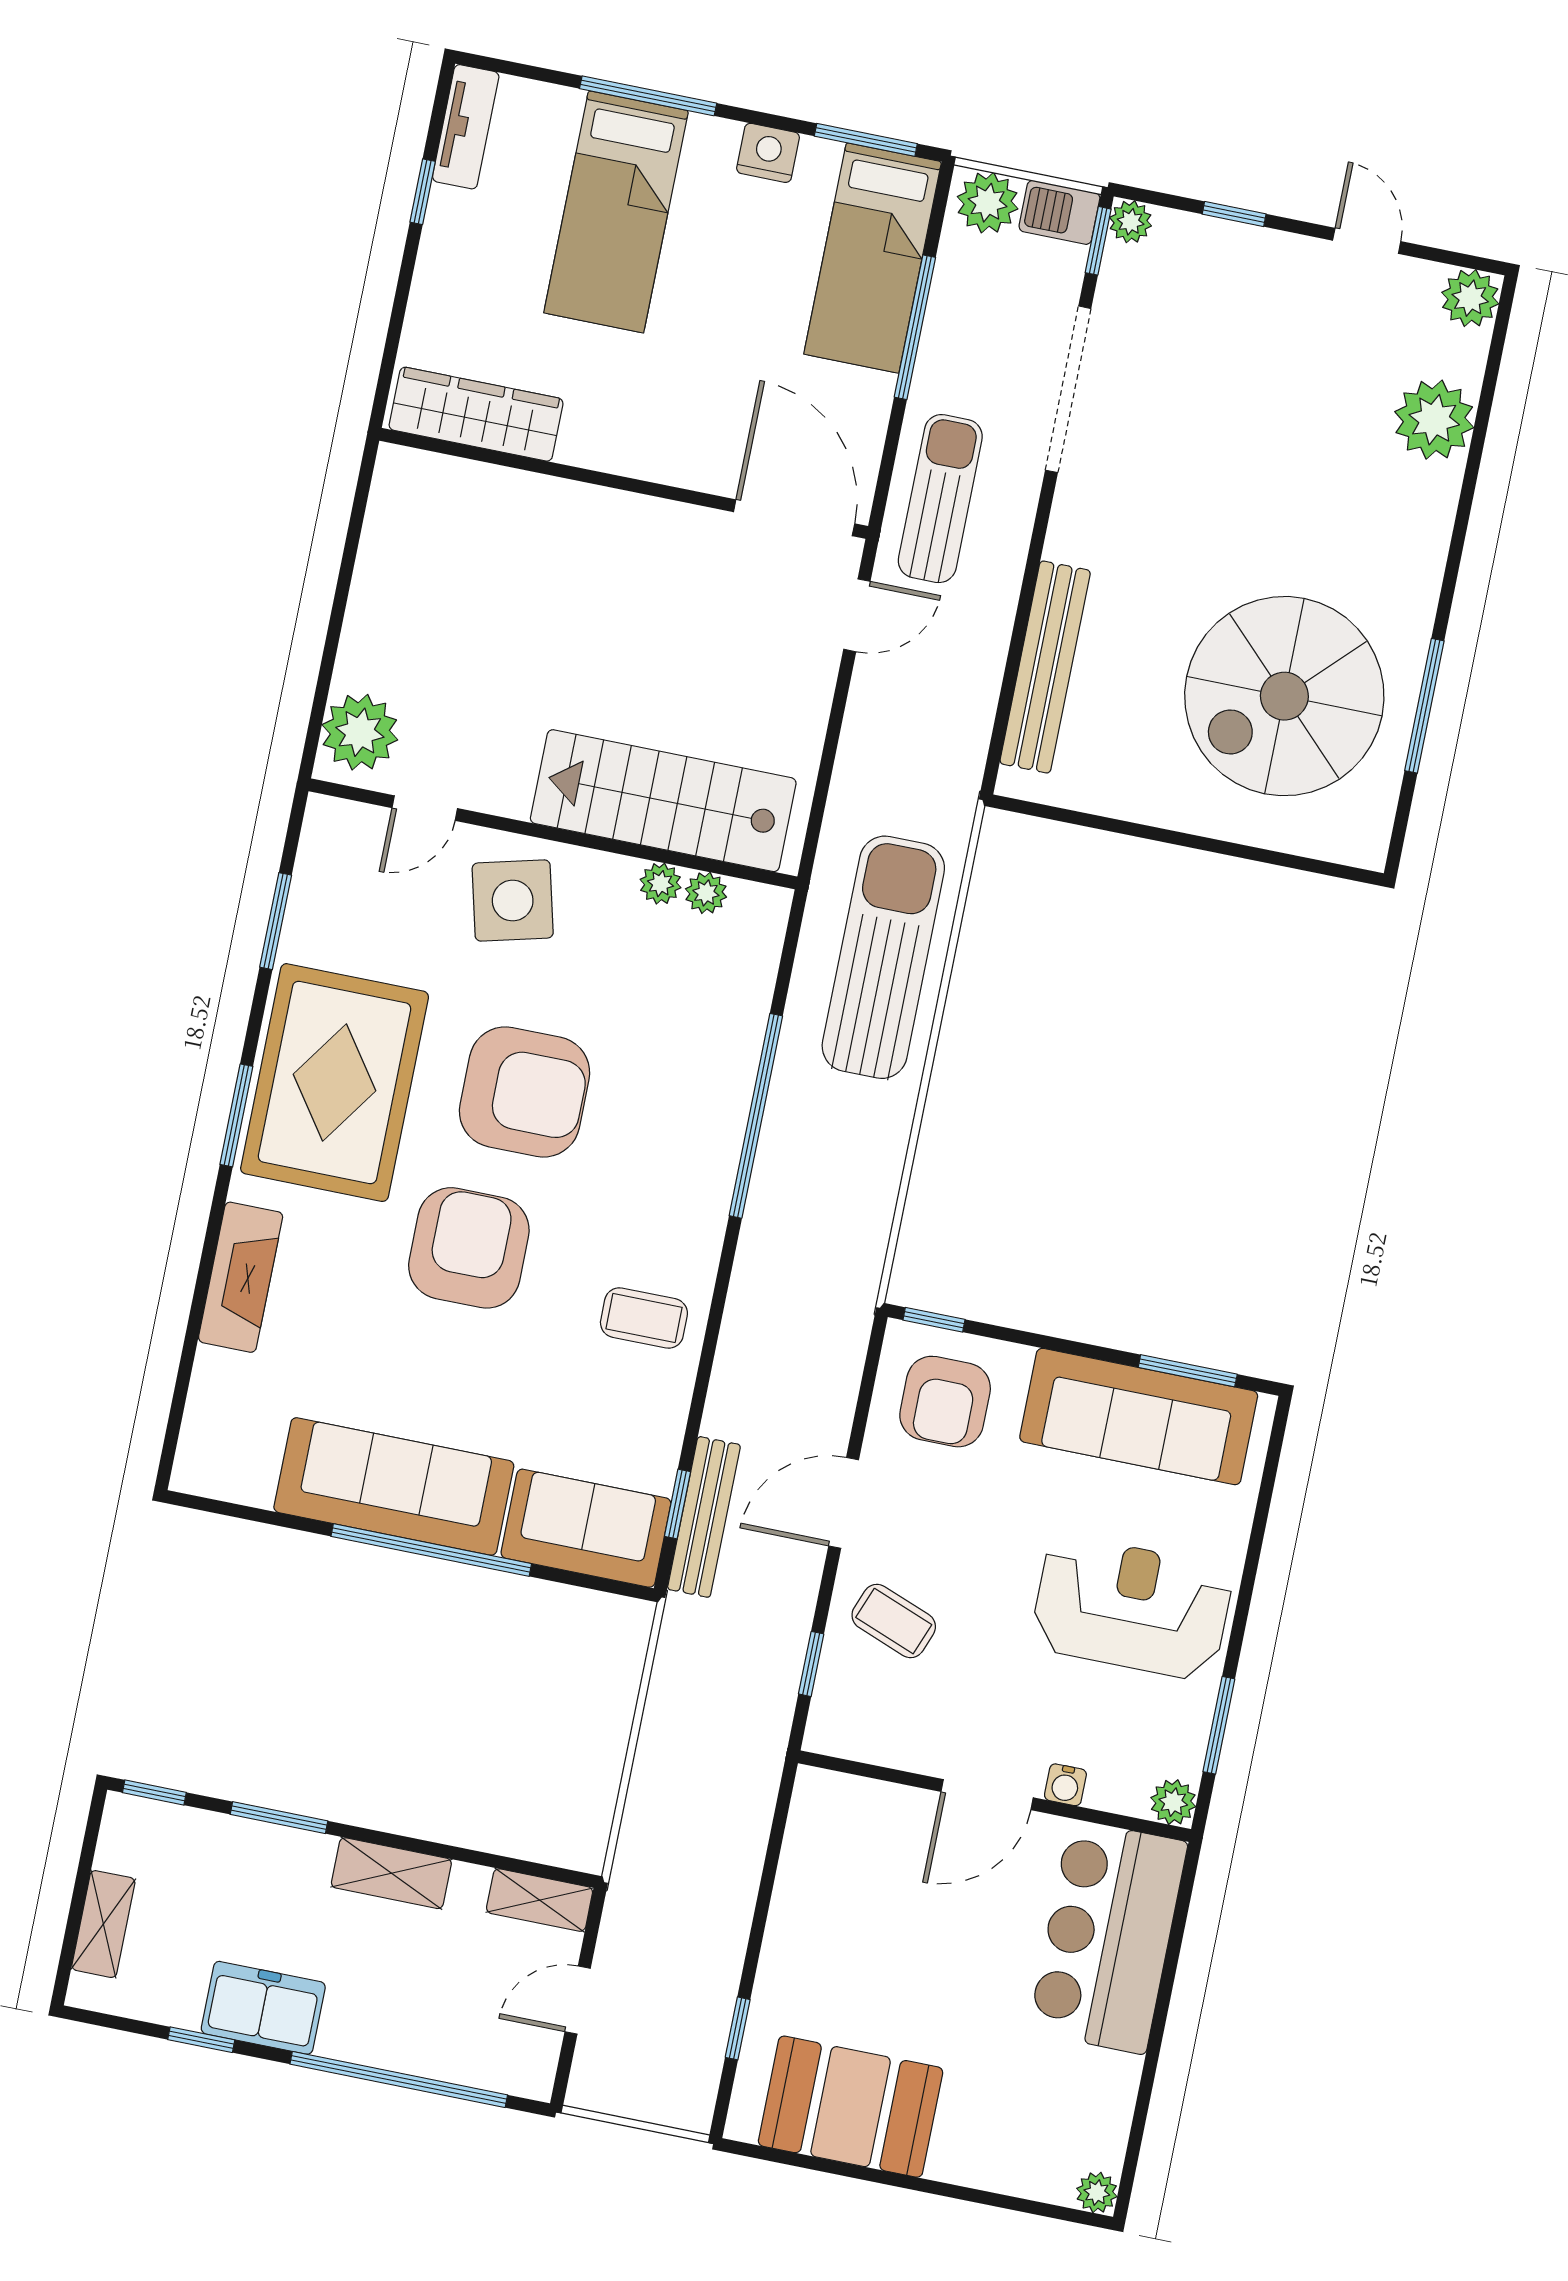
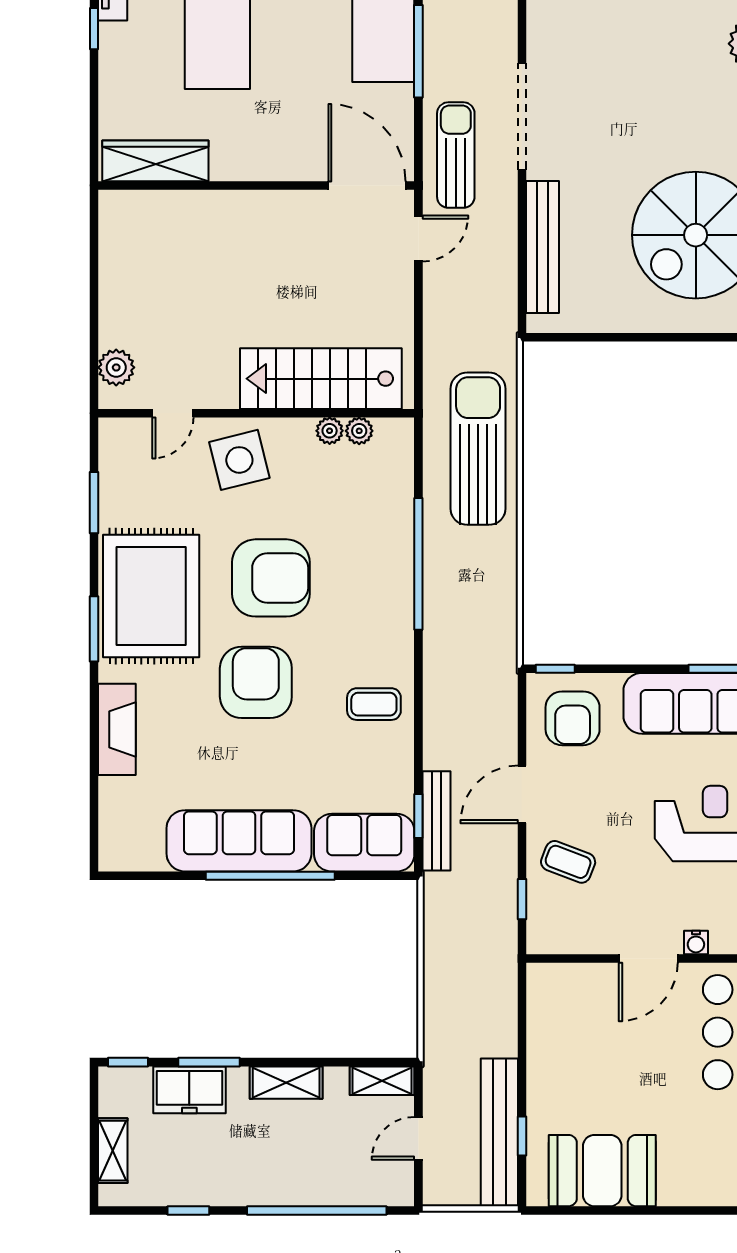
doorway: (1068, 389) -> (522, 116), moved
plant: (360, 732) -> (116, 367), width x0.73, depth x0.73
freezer: (263, 2008) -> (189, 1090), moved, turned 180
bench: (704, 2016) -> (499, 1132), added

